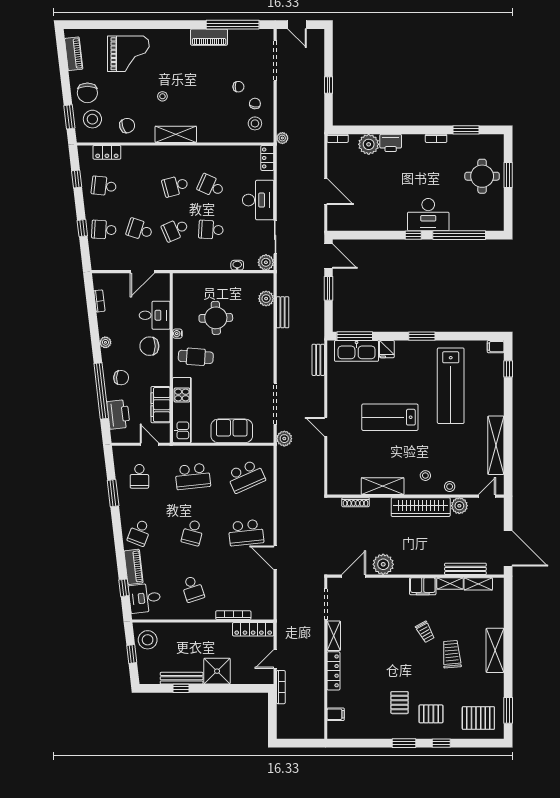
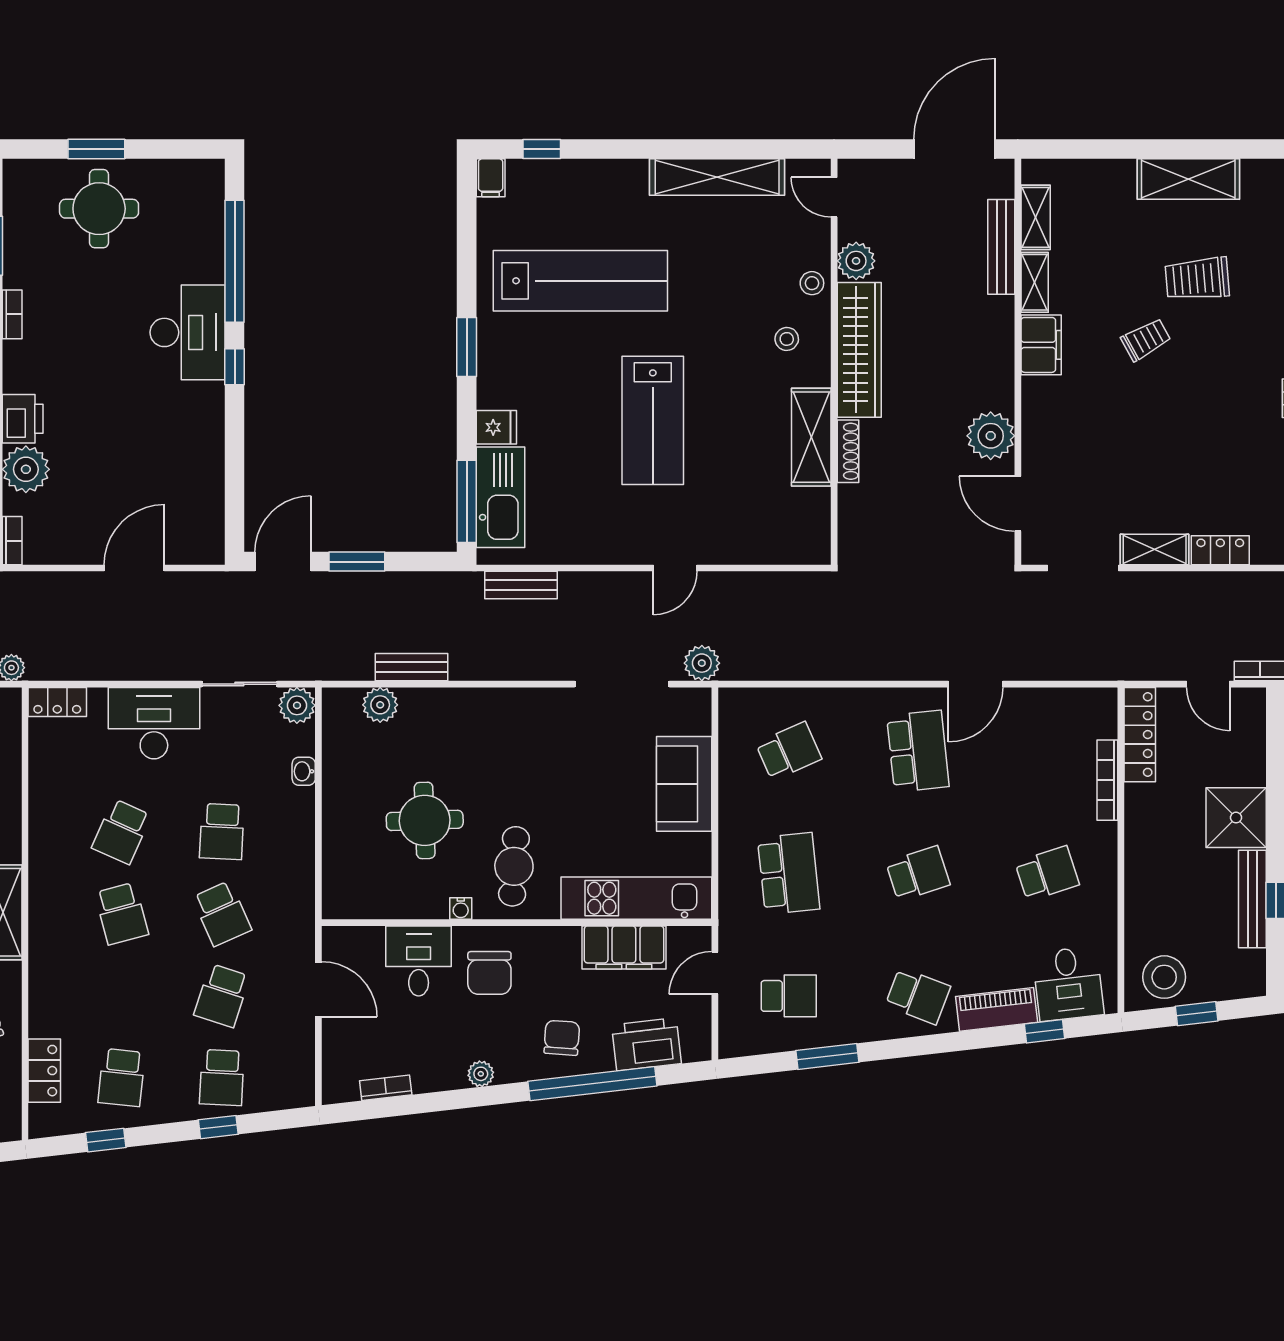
school desk: (246, 476) -> (789, 751), width x0.54
shoe rack: (356, 502) -> (848, 451), moved
school desk: (193, 533) -> (918, 874), turned -33
locker: (333, 671) -> (1220, 550), width x0.66

